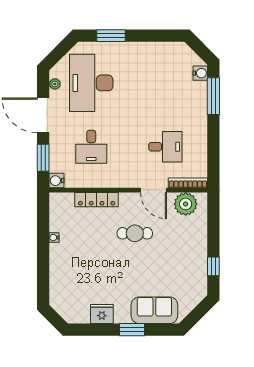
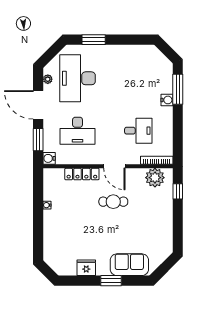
water cooler: (200, 73) -> (167, 100), moved
desk: (91, 147) -> (78, 131), width x1.37
door: (154, 190) -> (114, 166), moved
window: (213, 266) -> (178, 191), moved

